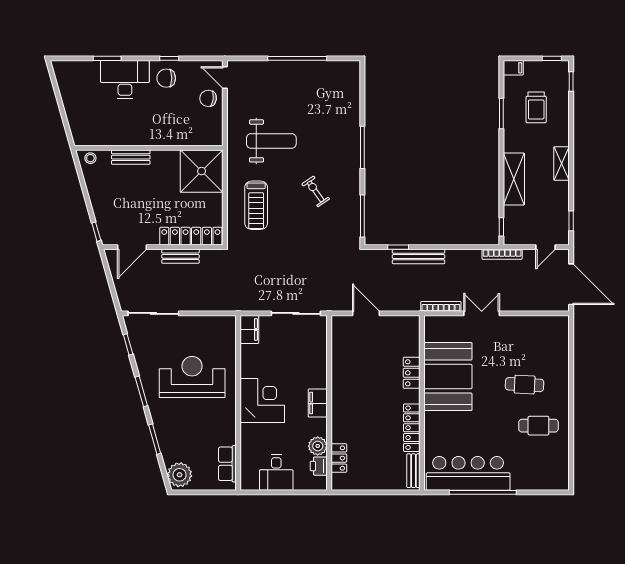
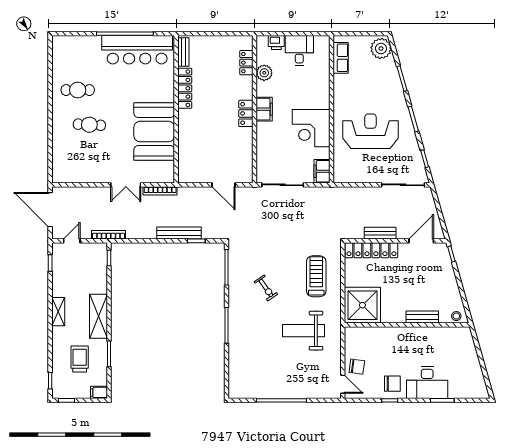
shelving: (514, 179) -> (98, 316), moved
locker: (412, 373) -> (246, 113), moved, turned 180
reception desk: (192, 377) -> (370, 131), turned 180
corner desk: (262, 401) -> (311, 128), moved
printer: (319, 466) -> (276, 42), moved, turned 90

